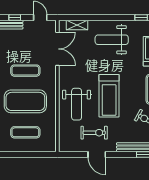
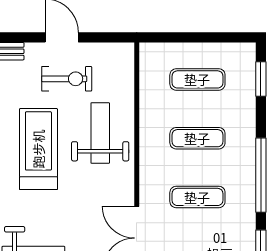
exercise mat: (25, 101) -> (197, 138), width x0.50, depth x0.69
exercise bike: (94, 133) -> (67, 79), turned 180

